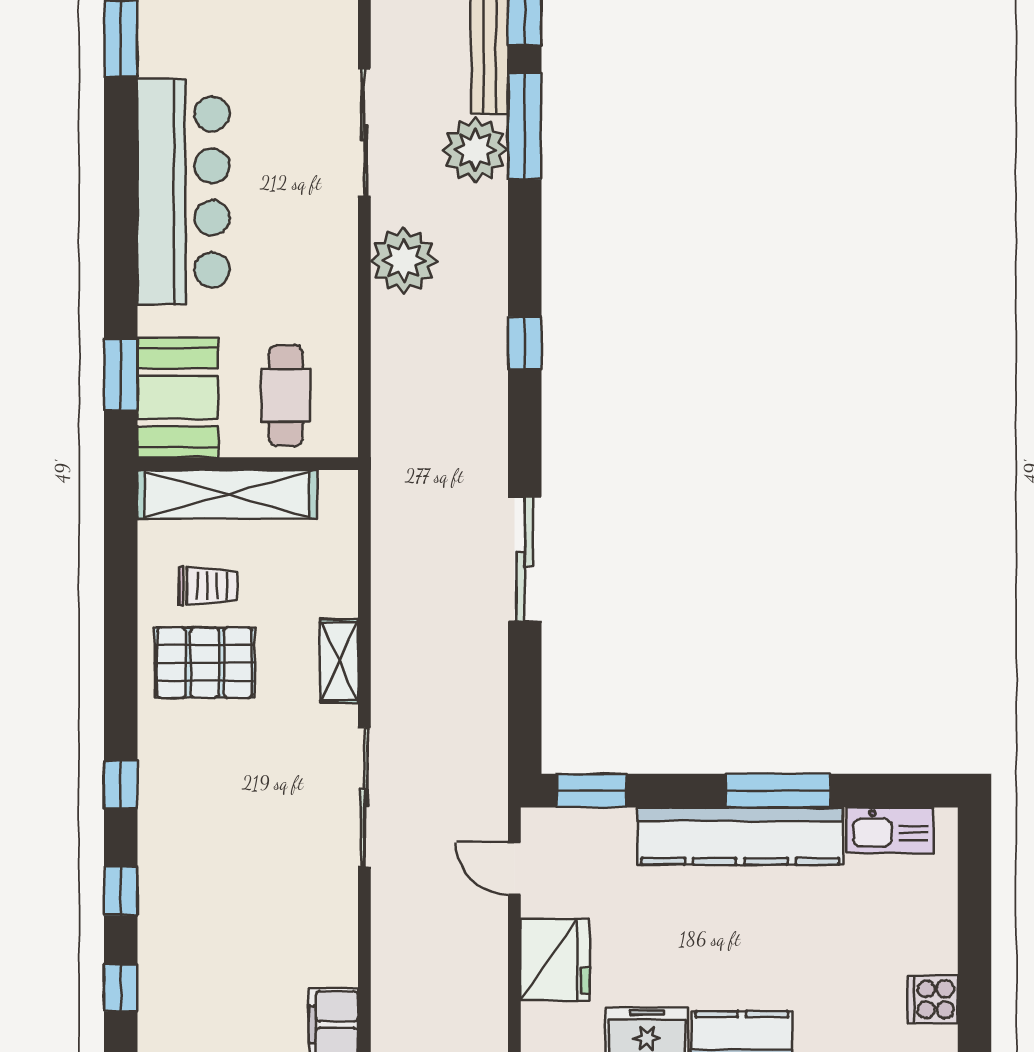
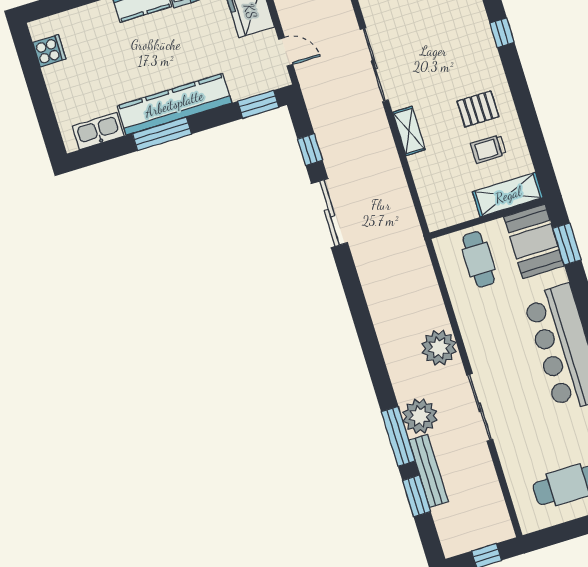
window: (525, 343) -> (310, 150), moved
shelving: (227, 494) -> (508, 195), width x0.68
pallet: (205, 663) -> (478, 109), width x0.67, depth x0.71

